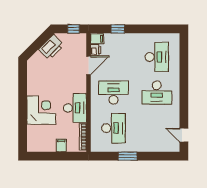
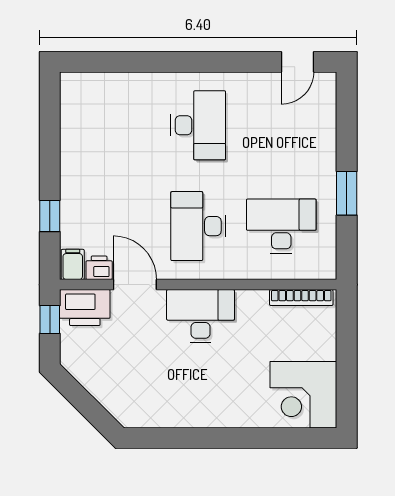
printer: (51, 47) -> (85, 308), moved, turned 135
desk: (157, 57) -> (115, 125), removed
desk: (75, 108) -> (201, 316), moved
corner desk: (41, 110) -> (303, 395), moved, turned -90
filing cabinet: (61, 145) -> (321, 348), removed

